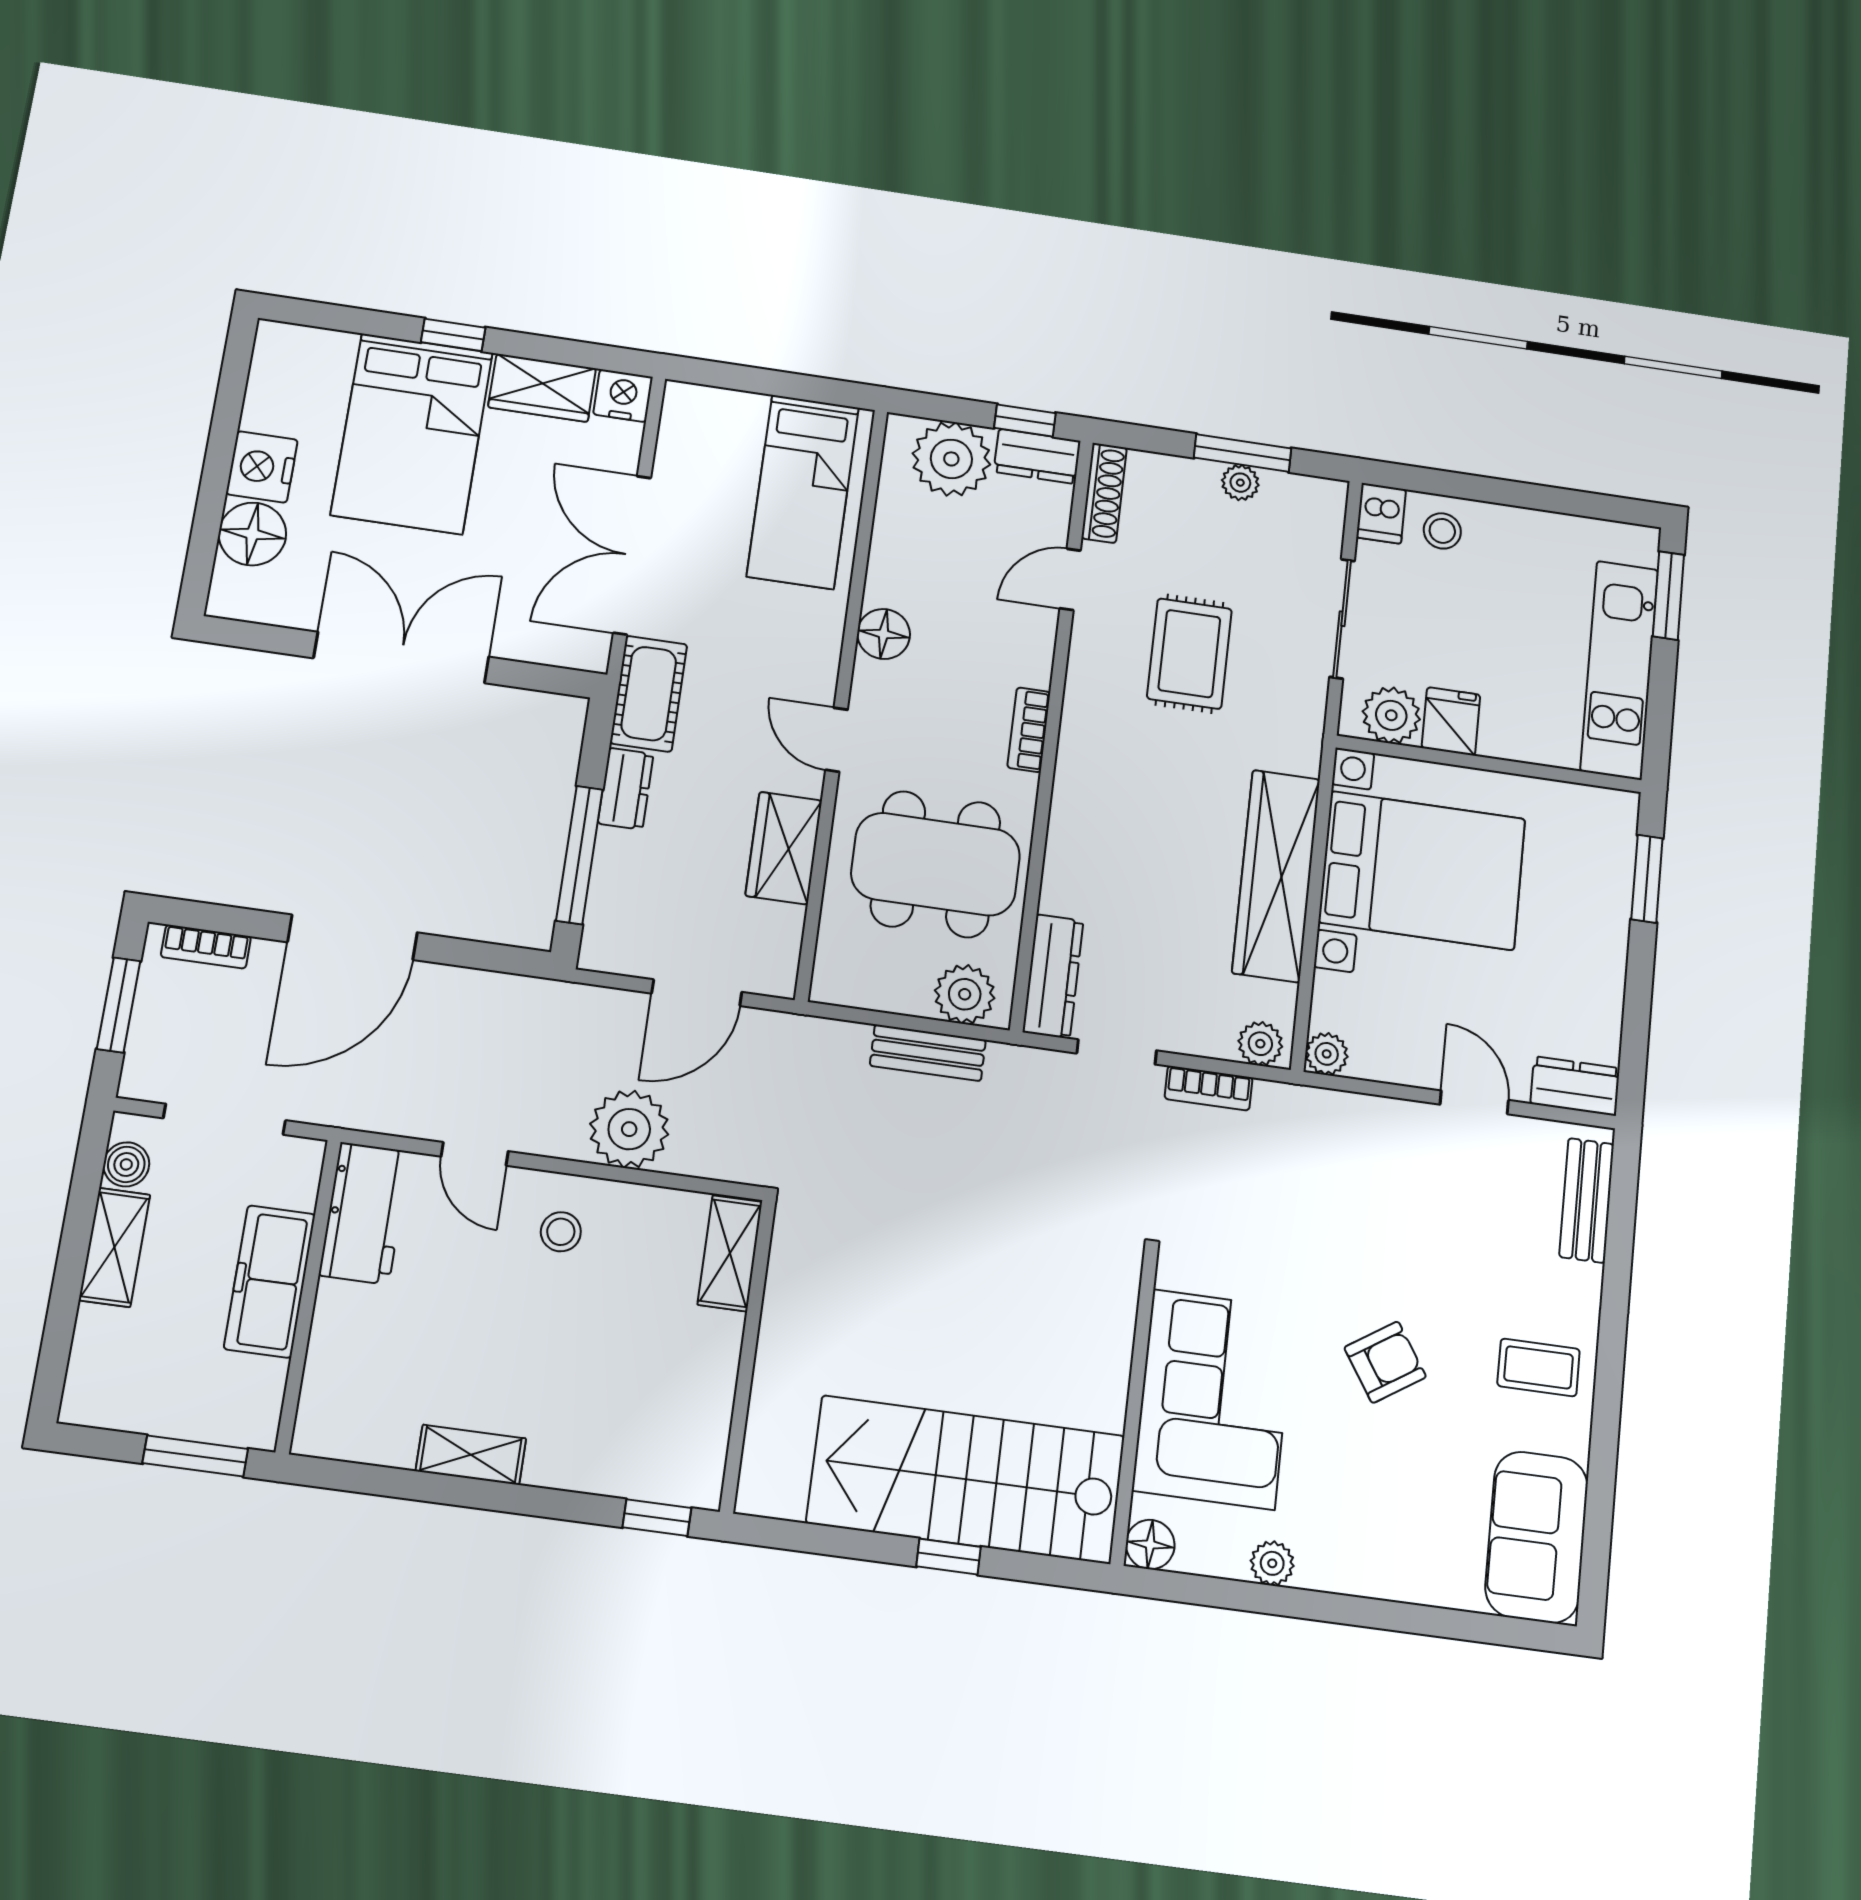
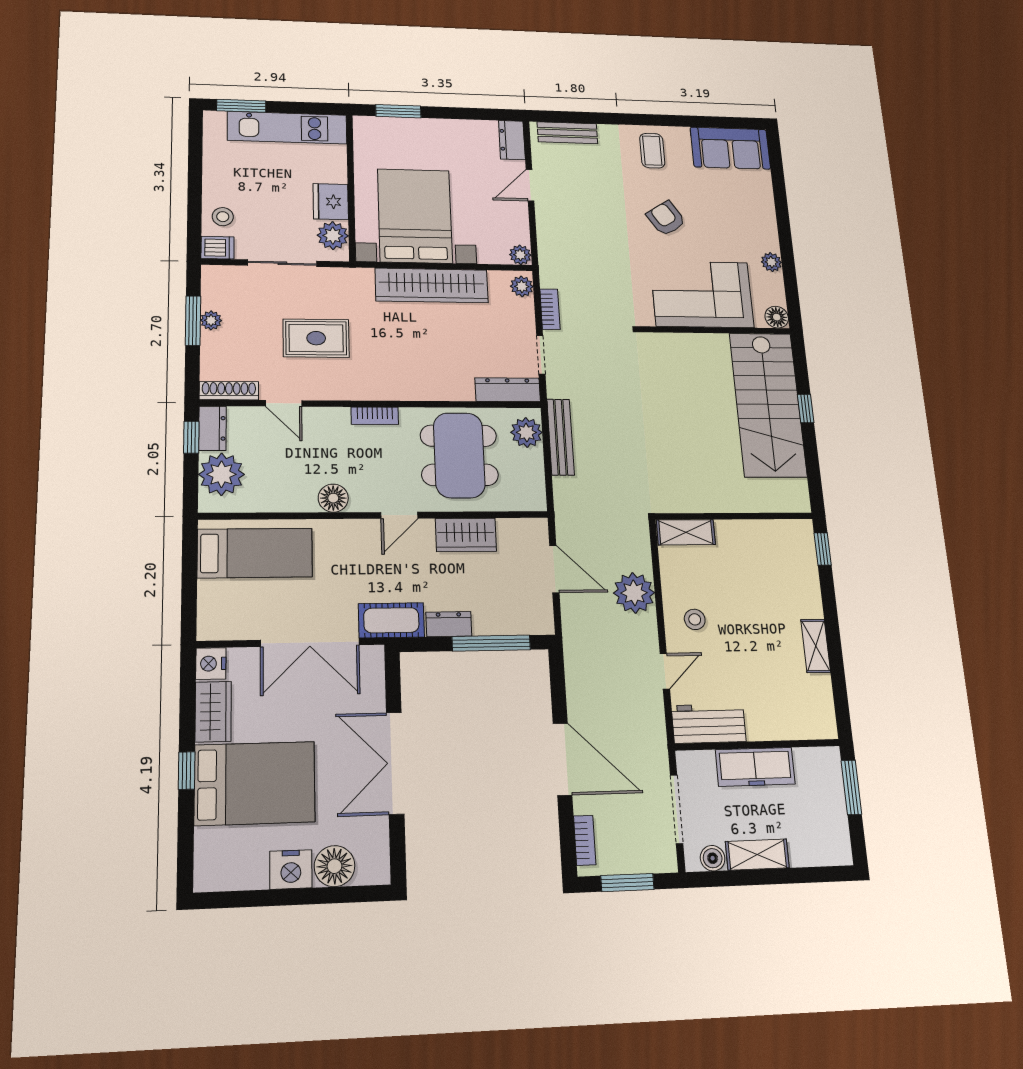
fridge: (1451, 721) -> (331, 202), width x1.38
bench: (928, 1053) -> (560, 437), width x1.36

